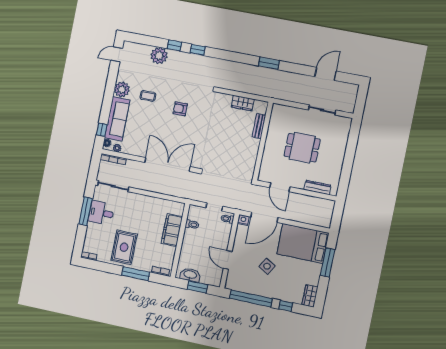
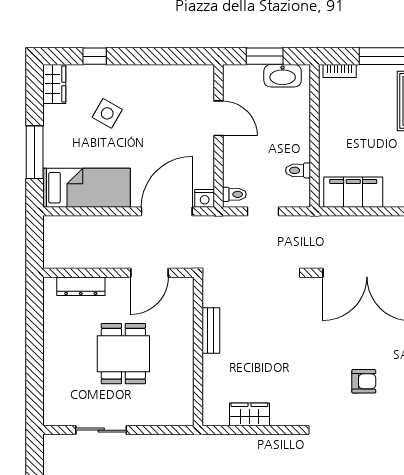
bench: (259, 126) -> (211, 330), moved
dining table: (302, 148) -> (123, 354), turned 90
door: (280, 187) -> (149, 273), swing flipped
filing cabinet: (172, 230) -> (353, 192), moved, turned -90
bed: (303, 243) -> (86, 188), width x0.67
side table: (267, 266) -> (107, 113), moved
window: (251, 298) -> (161, 56), removed

